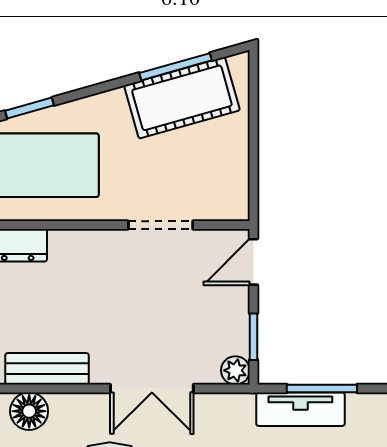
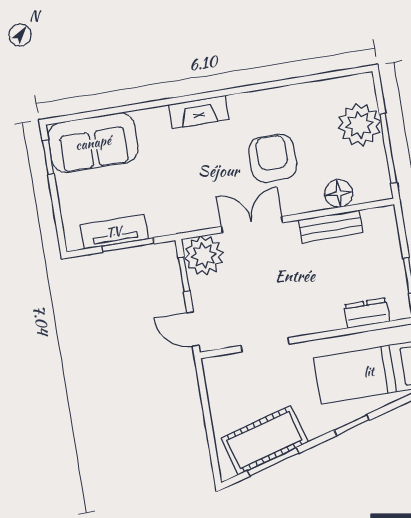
window: (29, 108) -> (352, 425), moved
door: (253, 262) -> (193, 329), swing flipped
plant: (235, 370) -> (204, 255), width x1.88, depth x1.88
tv unit: (300, 409) -> (114, 232), moved

